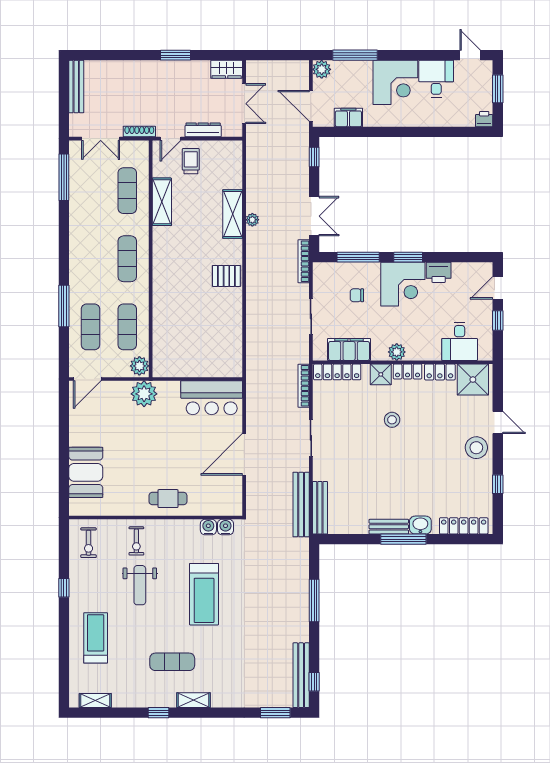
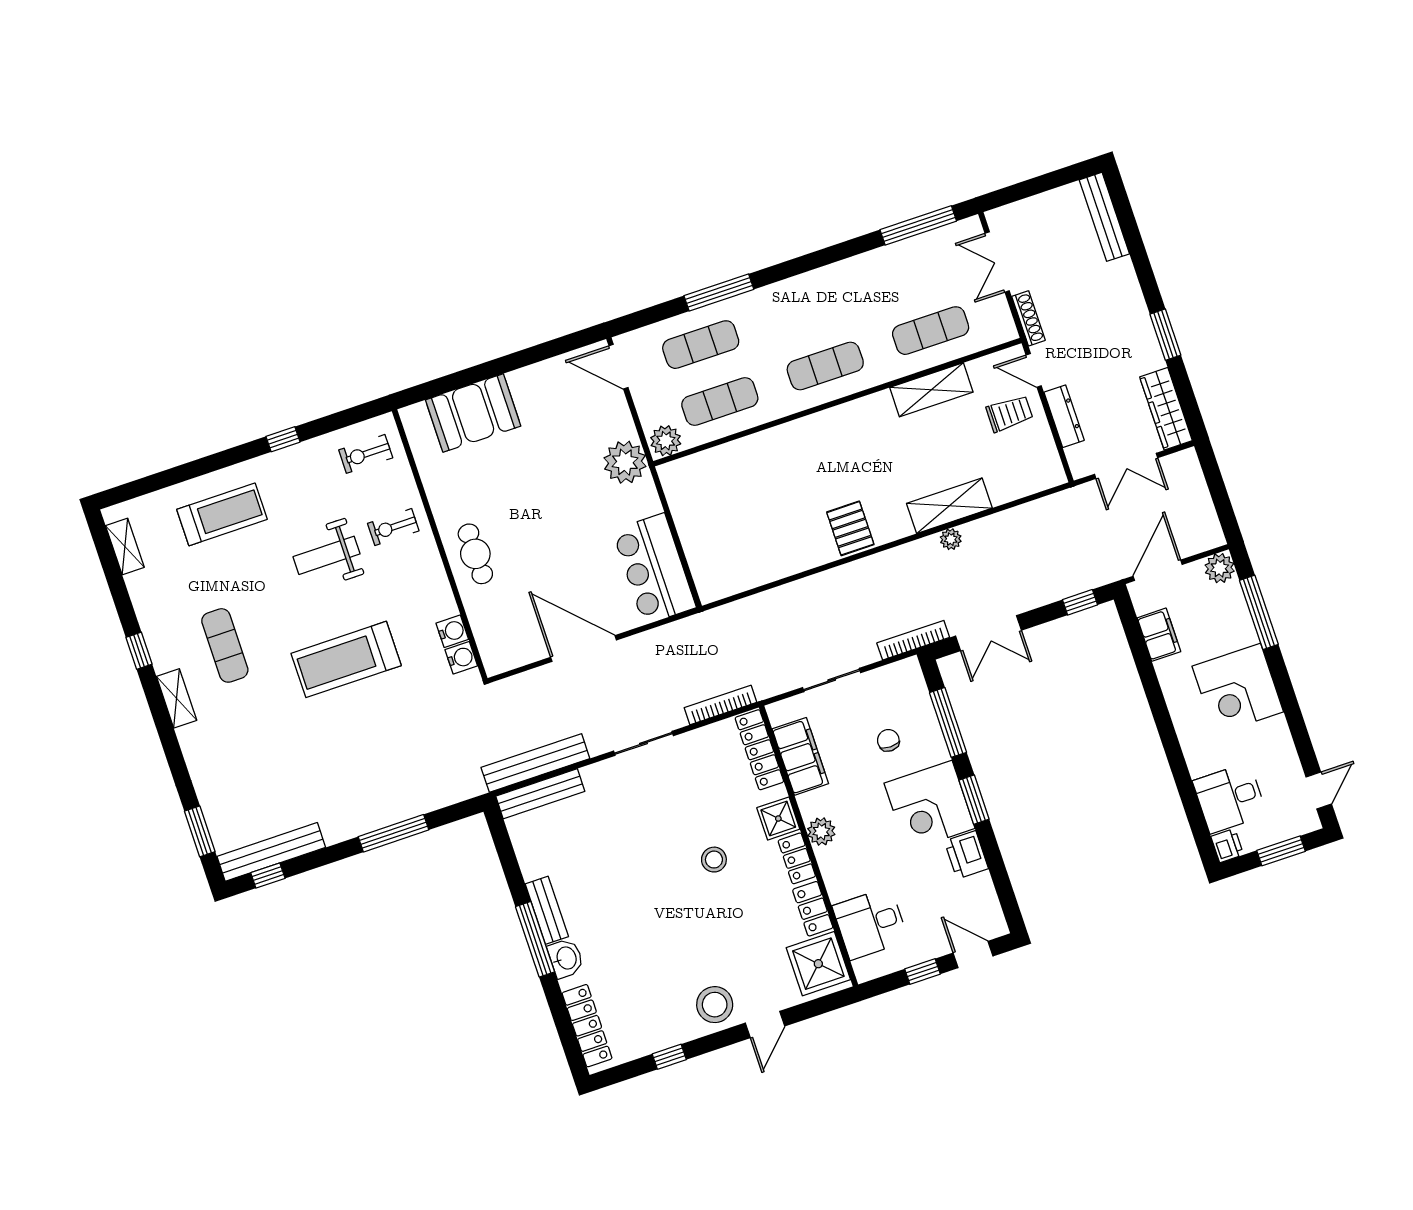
wardrobe: (227, 69) -> (1166, 409), width x1.50
desk: (436, 79) -> (1230, 798), moved, turned 180
bench: (76, 87) -> (1104, 217), moved, turned 90

